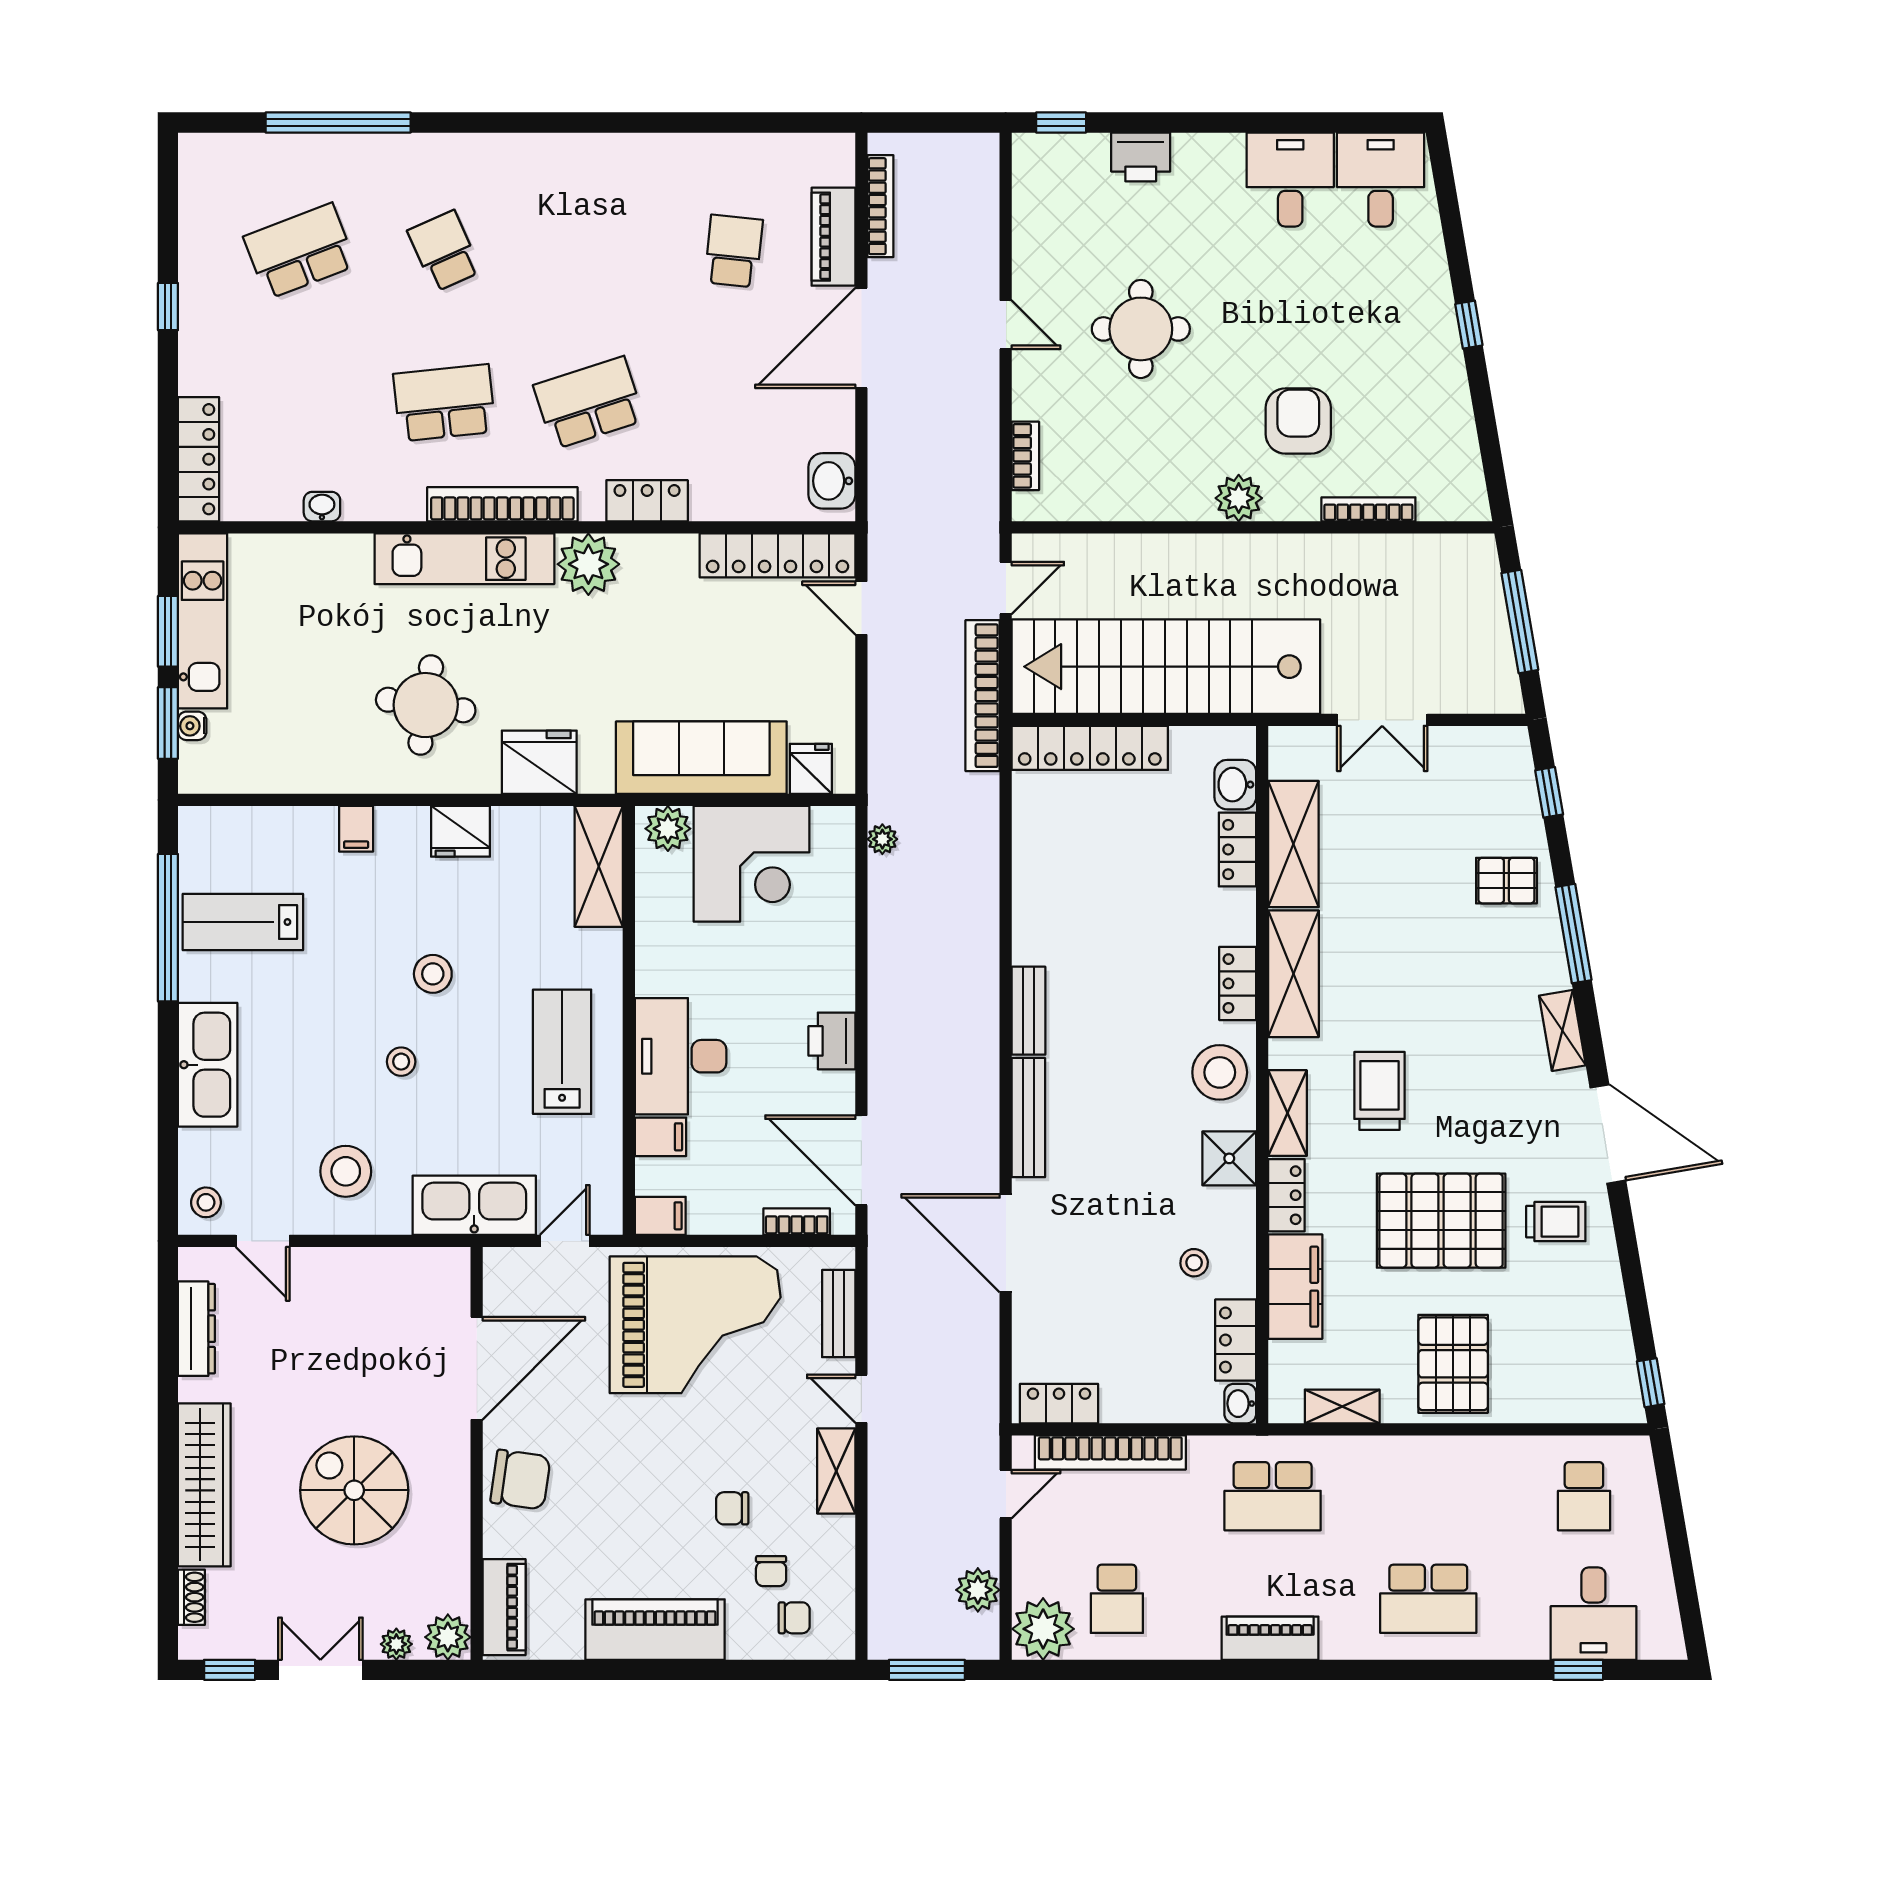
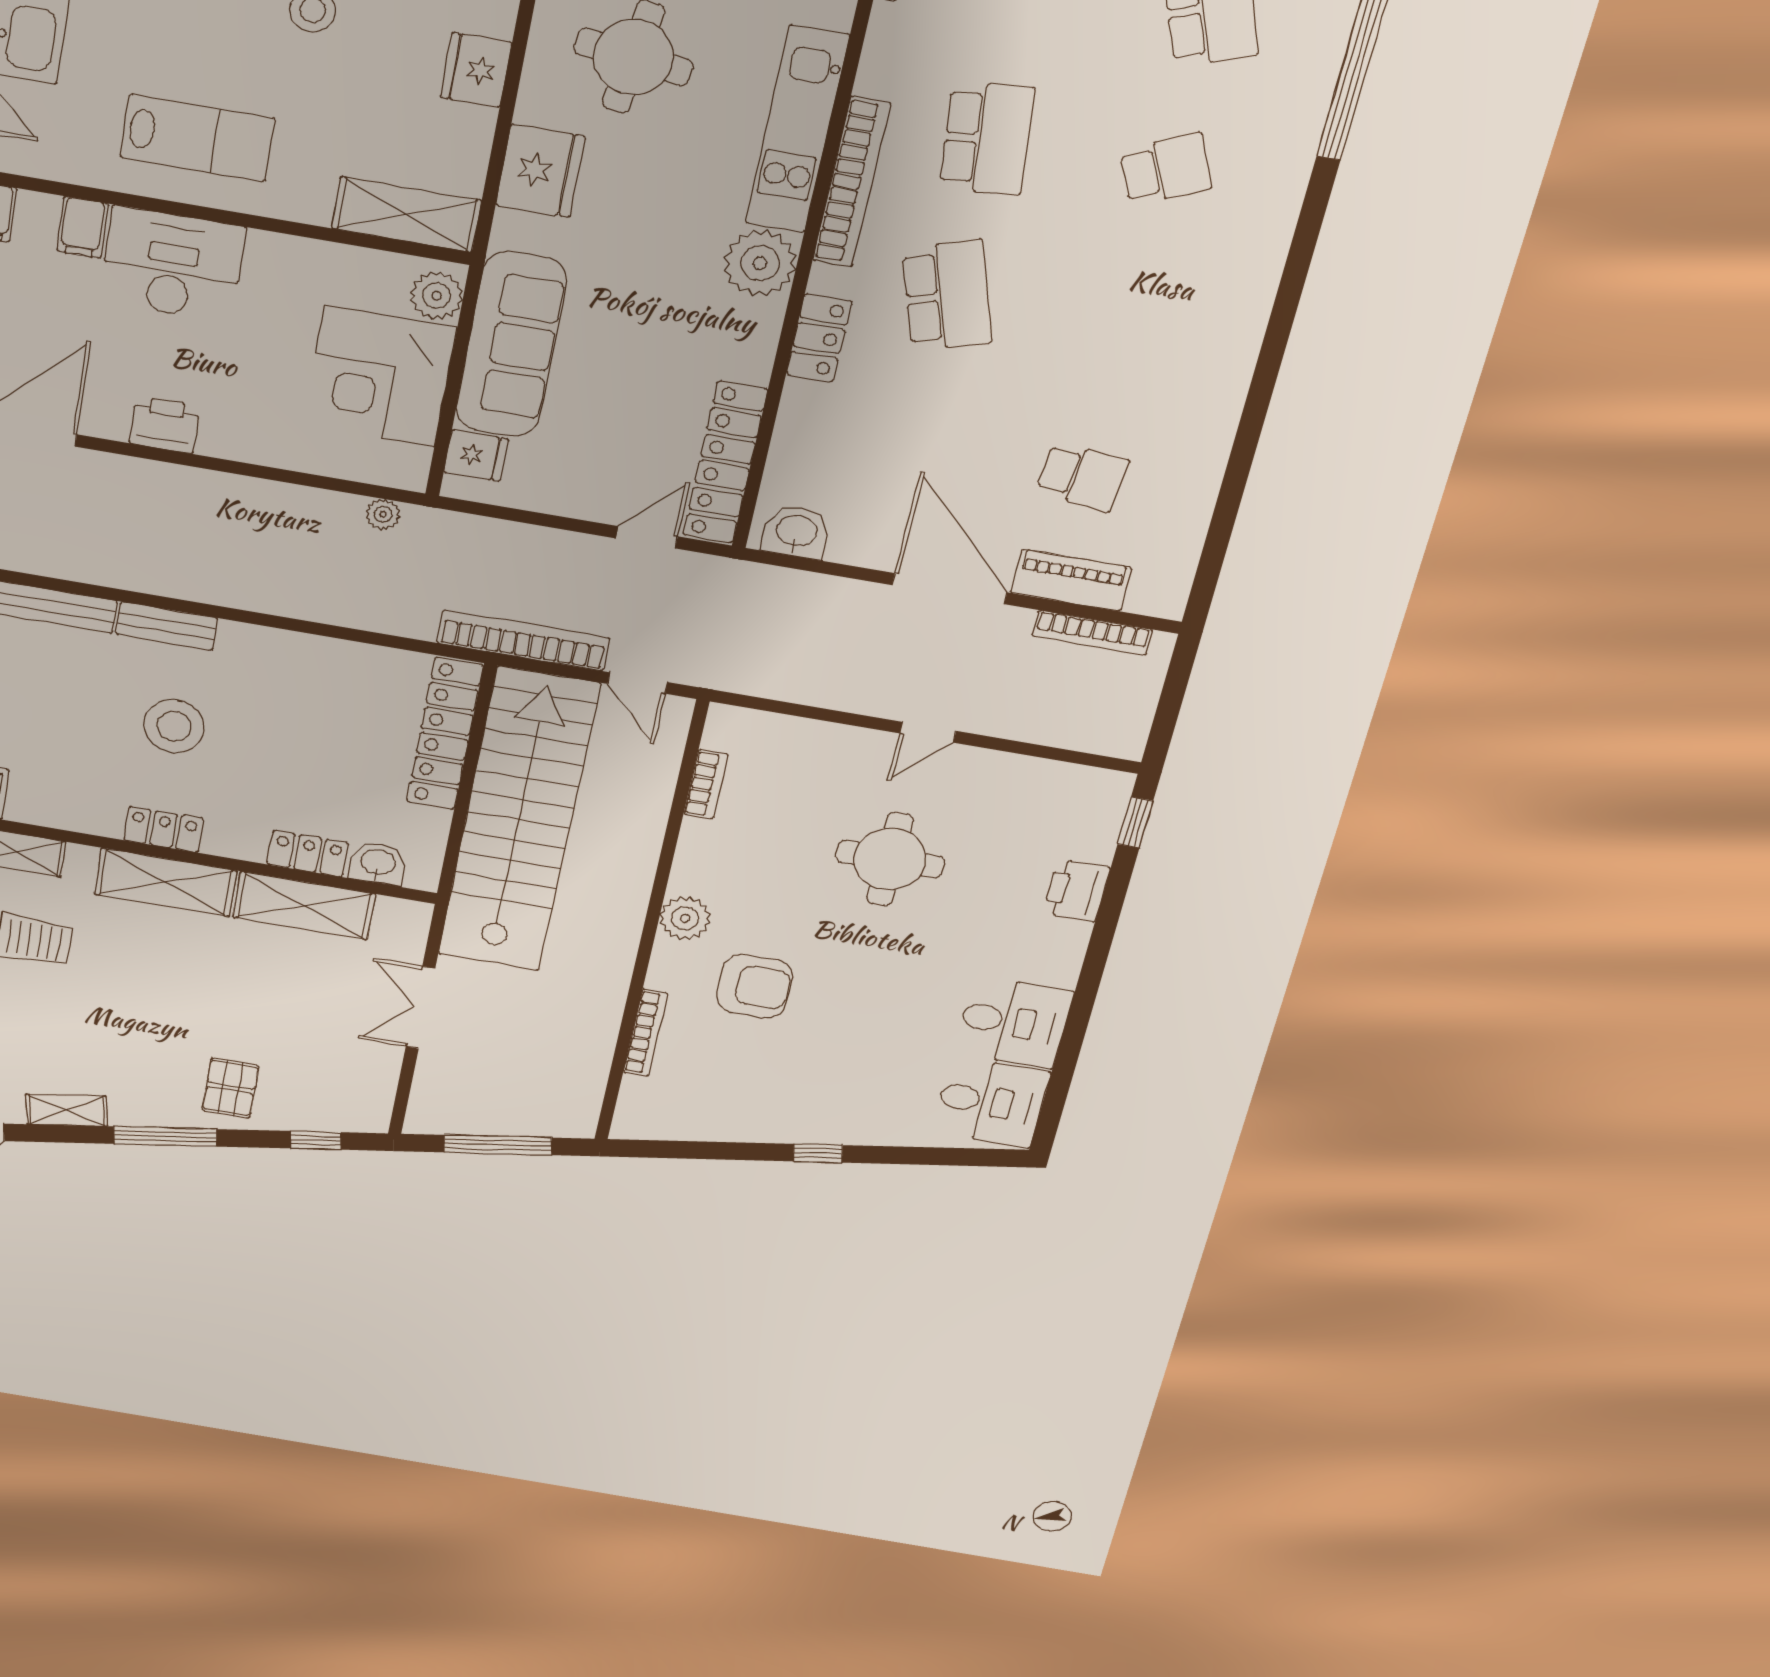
bookcase: (1025, 456) -> (706, 784), moved, turned -90
stool: (1220, 1072) -> (174, 726), moved

